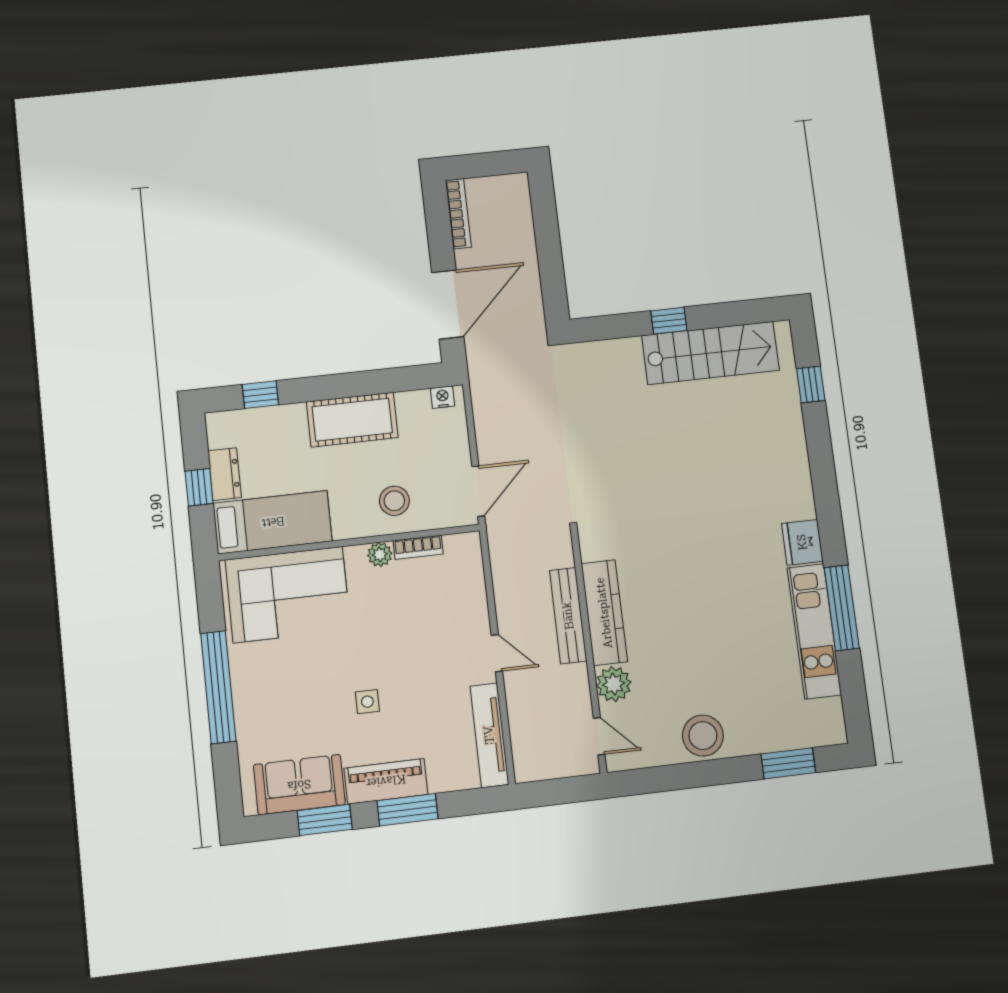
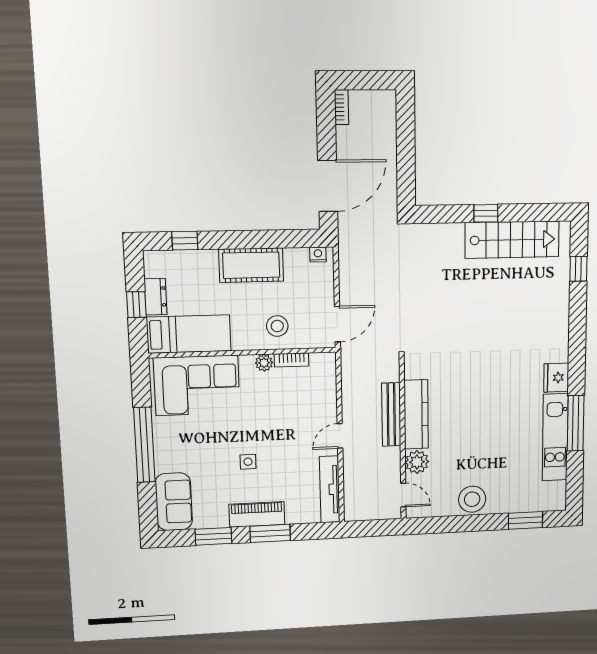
bookcase: (458, 214) -> (342, 107), width x0.64
door: (497, 653) -> (340, 436), swing flipped
sofa: (299, 785) -> (174, 502), moved, turned 90

